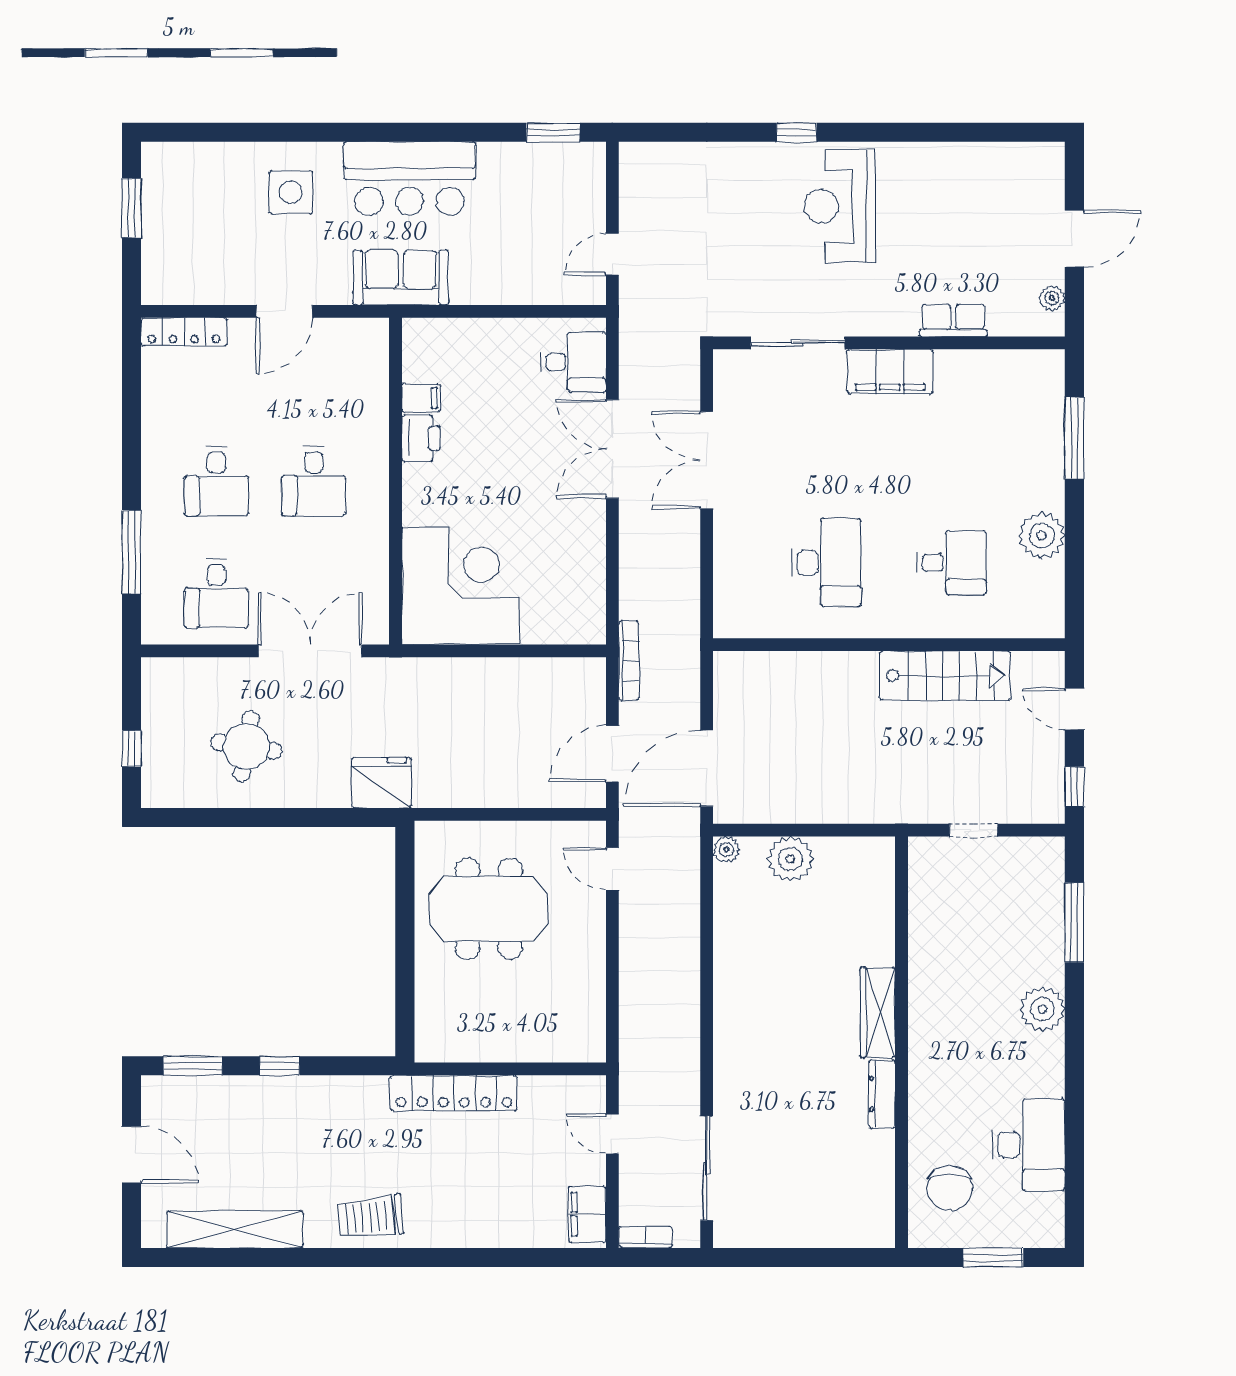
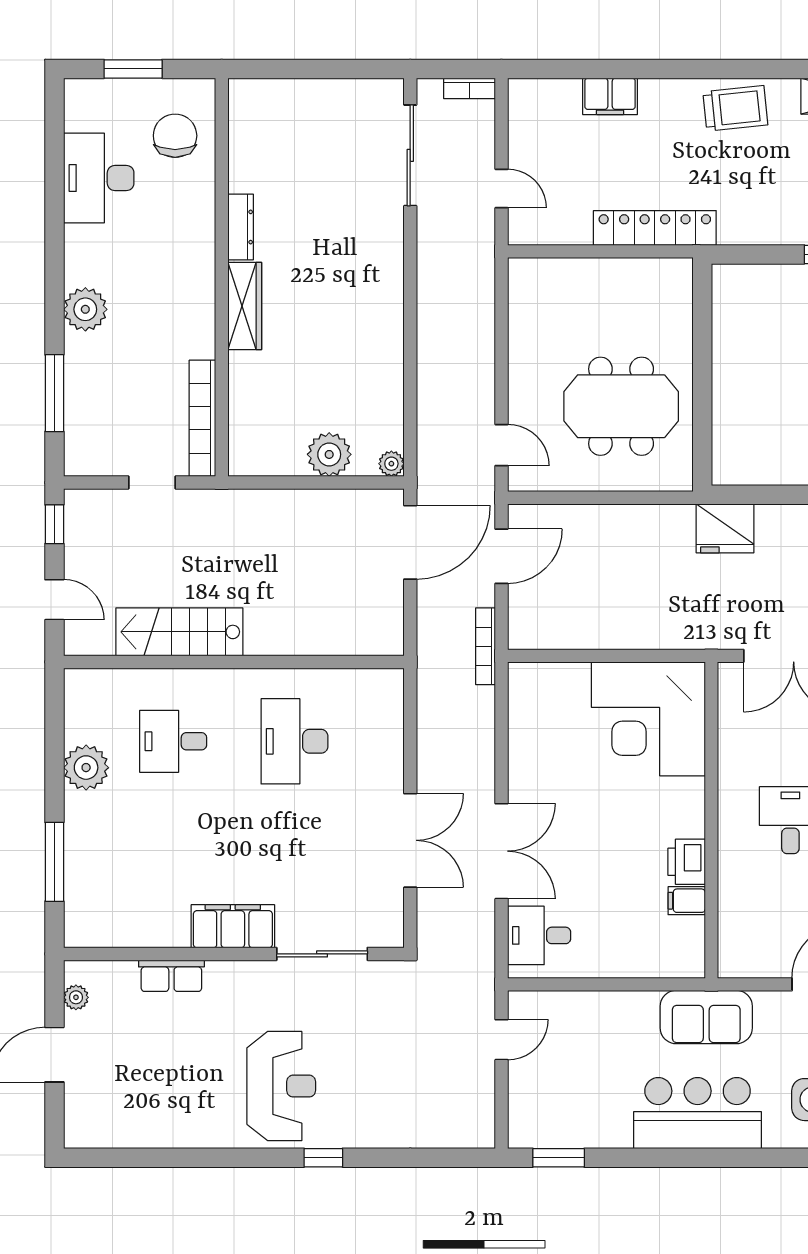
bookcase: (921, 896) -> (202, 418), added
filing cabinet: (587, 1214) -> (610, 96), moved, turned 90

